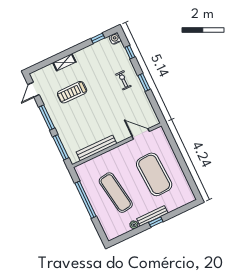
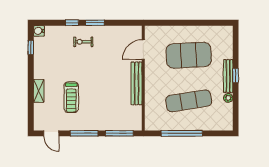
window: (130, 52) -> (72, 23), moved
bench: (96, 148) -> (137, 83), moved

